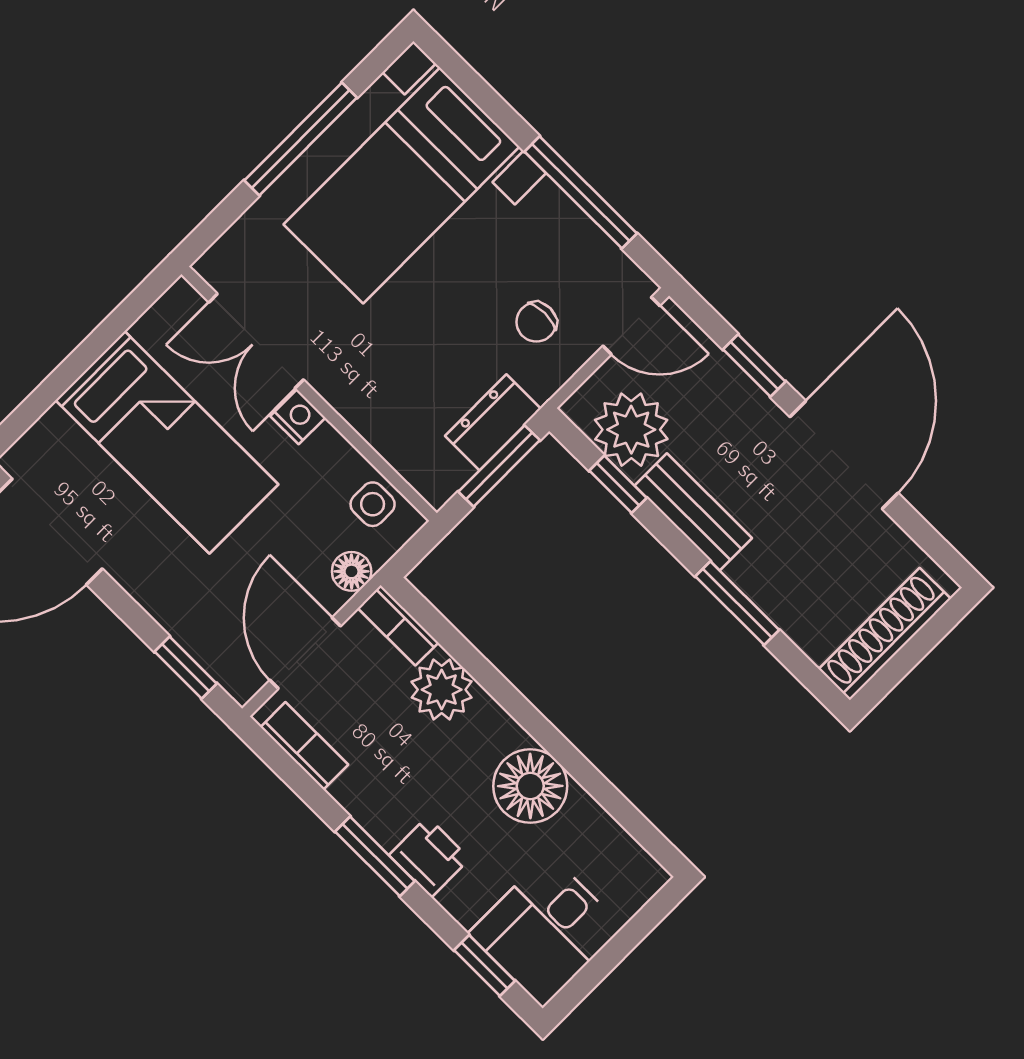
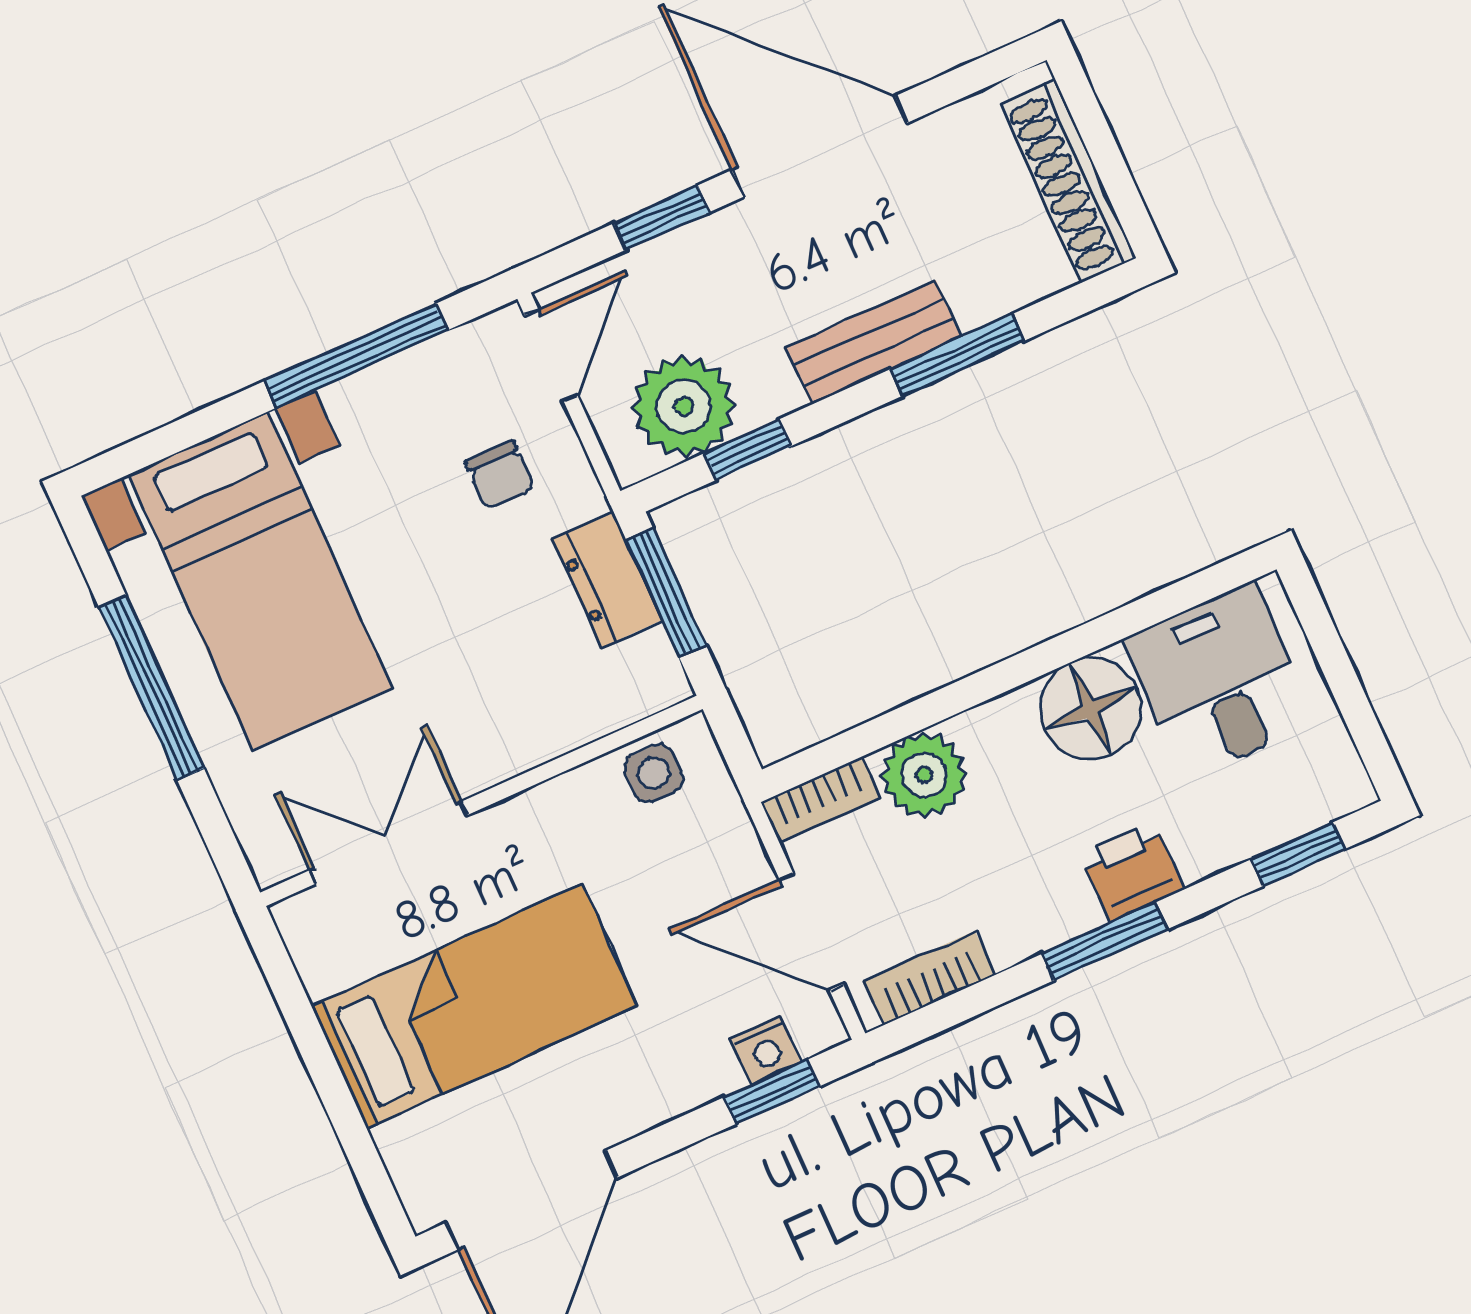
double door: (256, 341) -> (388, 843), swing flipped
nightstand: (298, 417) -> (766, 1050), moved, turned 180
bench: (693, 512) -> (874, 342), moved
floor lamp: (352, 571) -> (729, 833), removed
desk: (546, 930) -> (1220, 681), moved, turned 180

